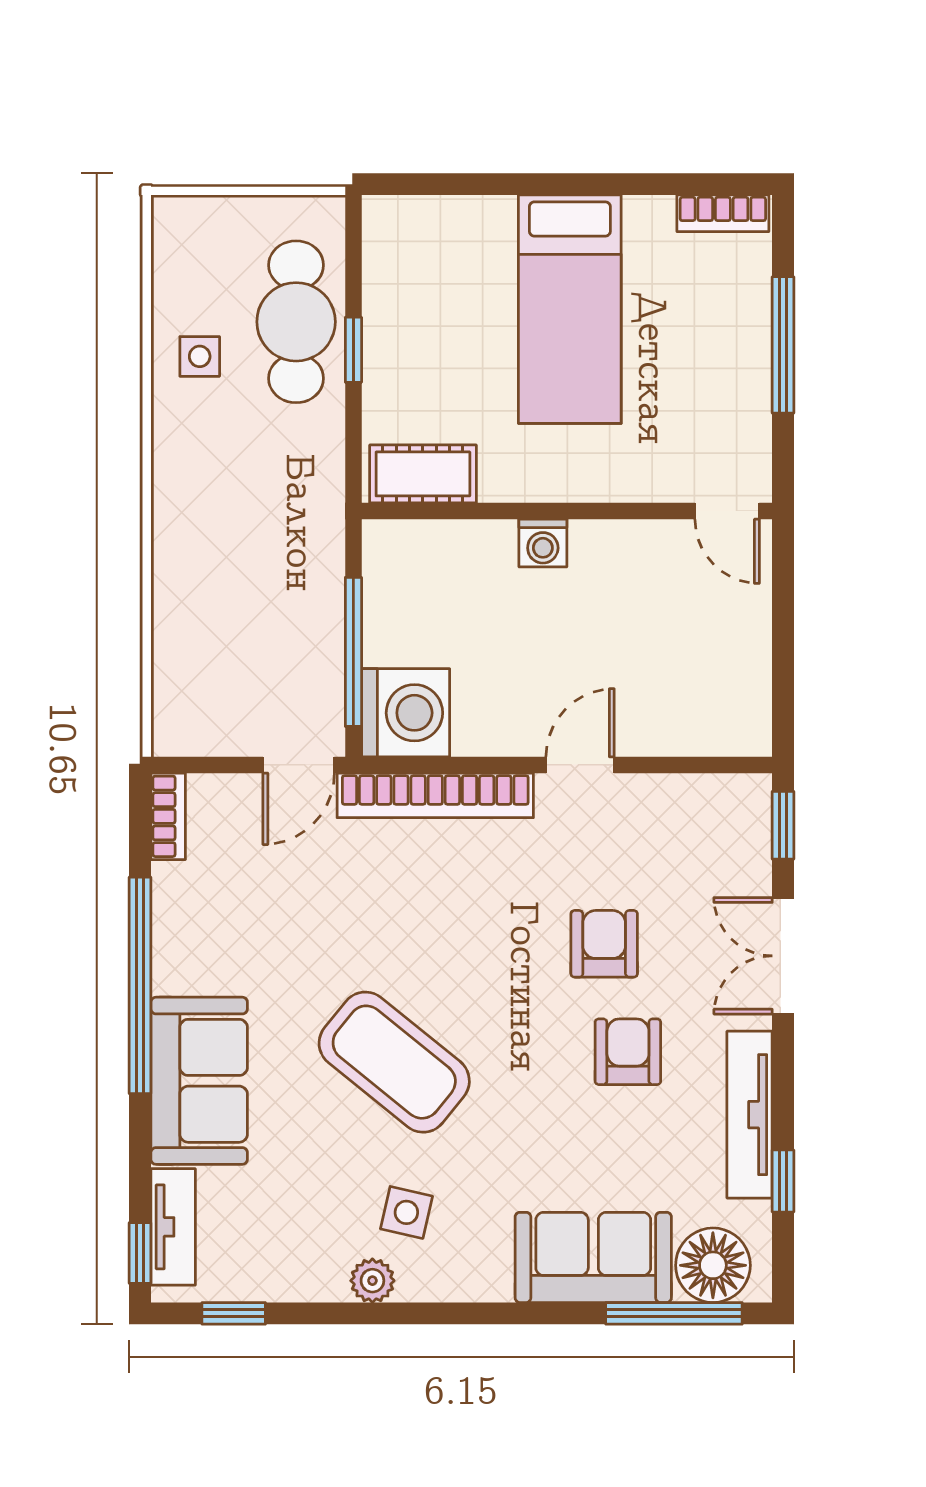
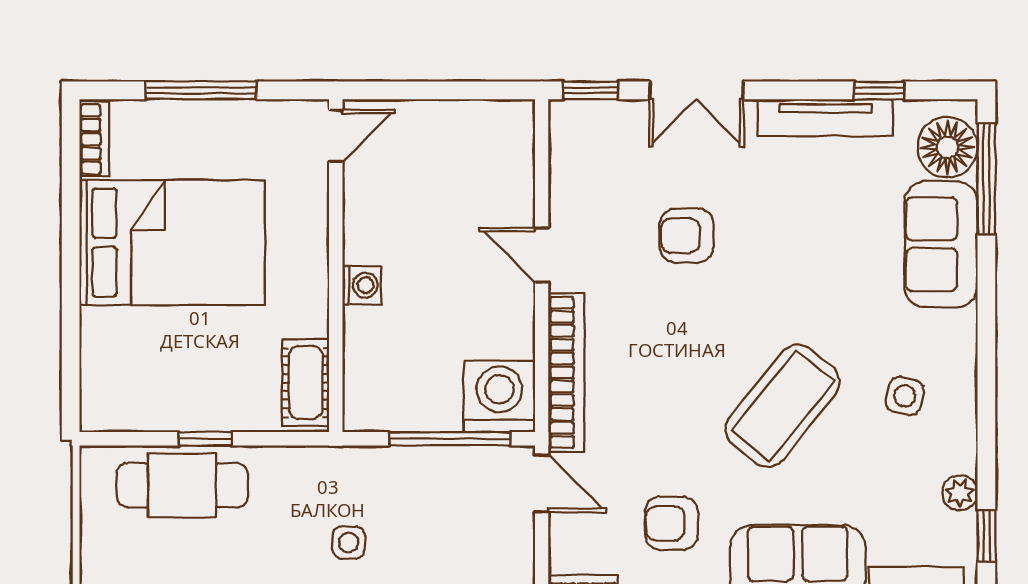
bed: (570, 309) -> (172, 242), width x1.50
side table: (200, 356) -> (349, 542), moved
armchair: (628, 1052) -> (671, 523), moved
plant: (372, 1281) -> (960, 493), moved

